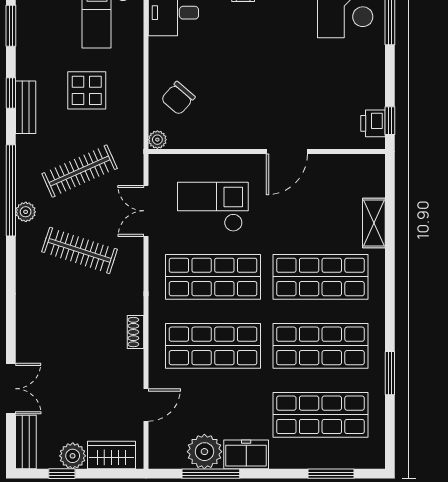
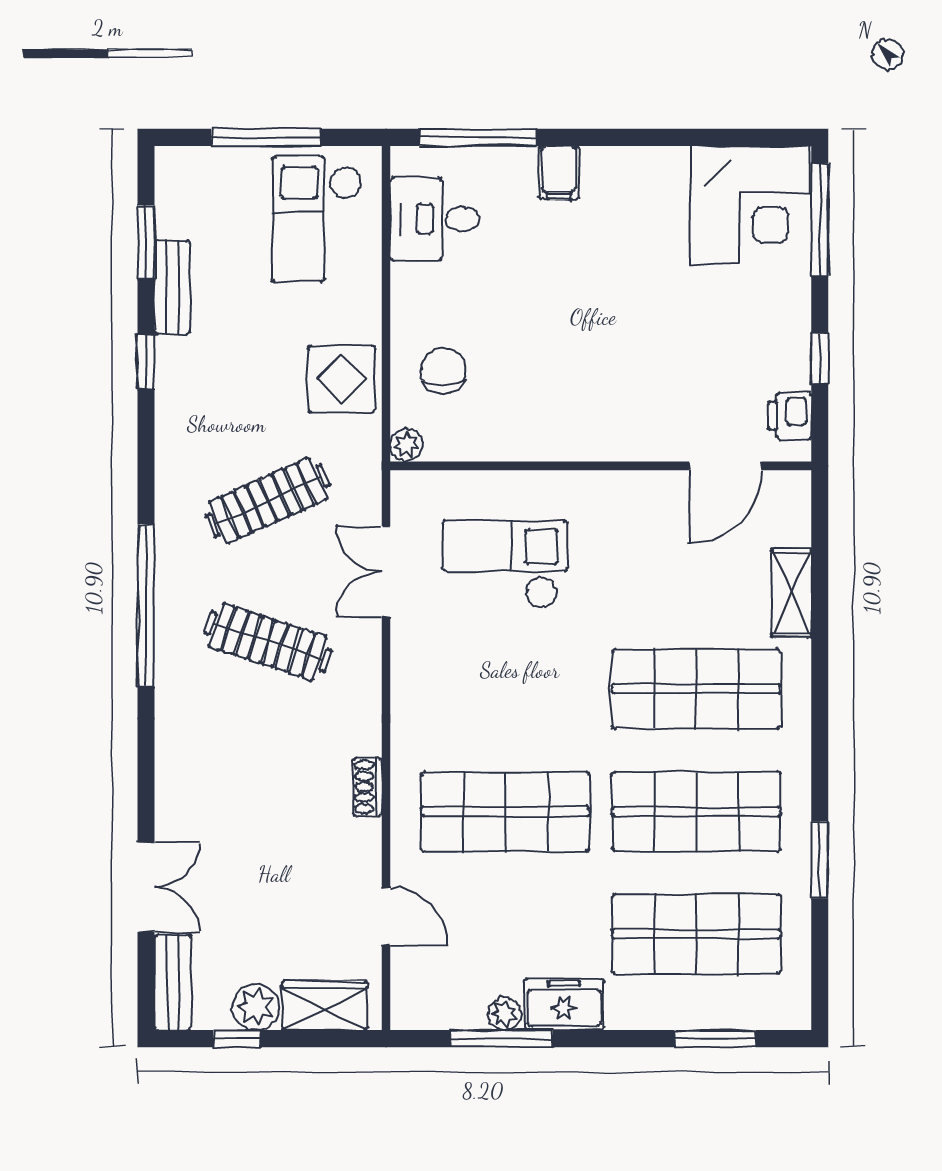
display table: (87, 90) -> (341, 379), moved
chair: (178, 98) -> (443, 371), turned 139
bench: (26, 107) -> (172, 287), moved
window: (390, 121) -> (820, 359), moved
door: (287, 152) -> (726, 466), moved
window: (11, 190) -> (146, 605), moved
plant: (26, 212) -> (172, 573), removed
shop shelf: (213, 277) -> (505, 689), removed
door: (146, 405) -> (386, 917), hinge flipped
plant: (204, 452) -> (505, 1014), width x0.53, depth x0.53

